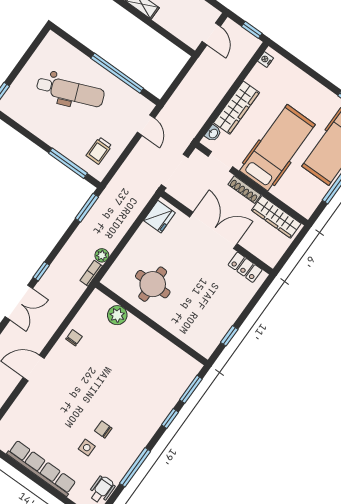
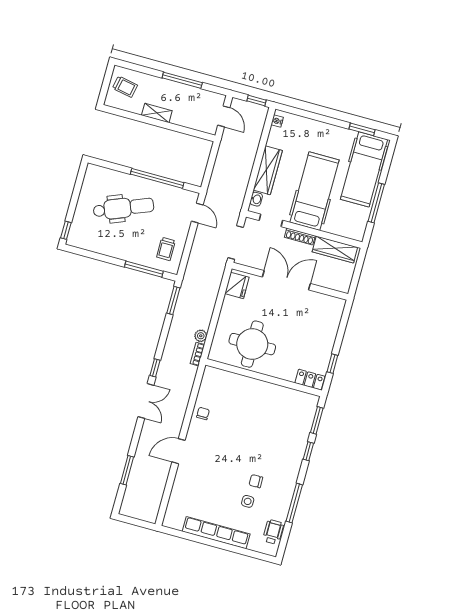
locker: (245, 267) -> (310, 380), moved, turned 180
round table: (153, 284) -> (252, 344), width x1.36, depth x1.36
plant: (117, 315) -> (232, 381), removed

